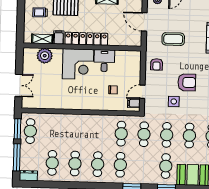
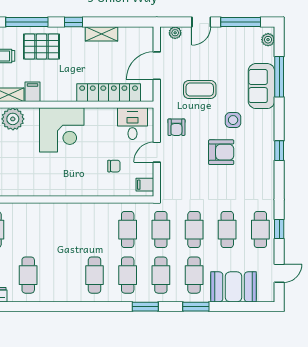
door: (144, 22) -> (157, 66), hinge flipped
locker: (86, 39) -> (109, 93), moved
desk: (104, 61) -> (132, 124), moved
door: (142, 92) -> (157, 152), moved
side table: (174, 101) -> (233, 120), moved
cafe table: (75, 164) -> (161, 275), moved

